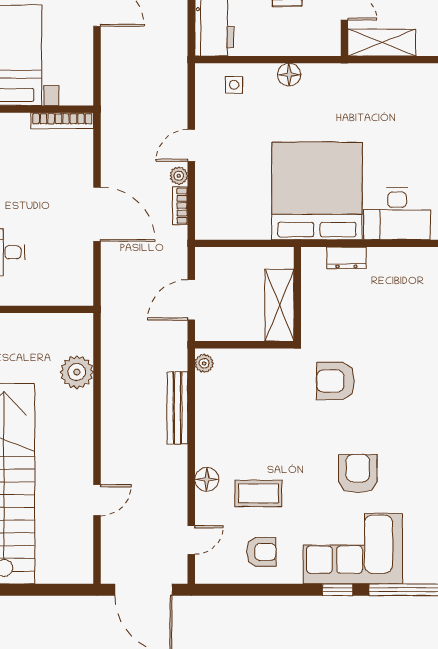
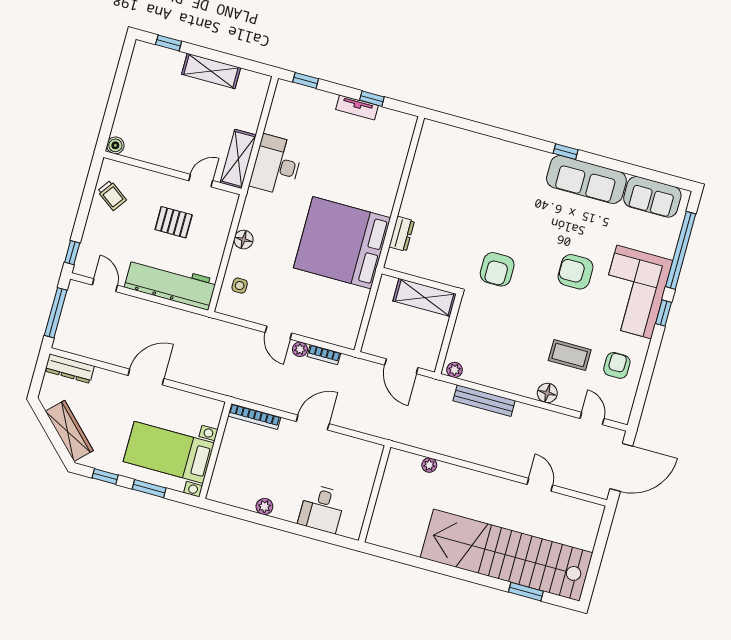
bookcase: (62, 121) -> (254, 416), moved, turned 90
door: (97, 214) -> (313, 423), width x0.73
desk: (397, 214) -> (276, 165), moved, turned 180
plant: (77, 372) -> (429, 465), width x0.53, depth x0.53
coffee table: (258, 493) -> (570, 355), turned 90

